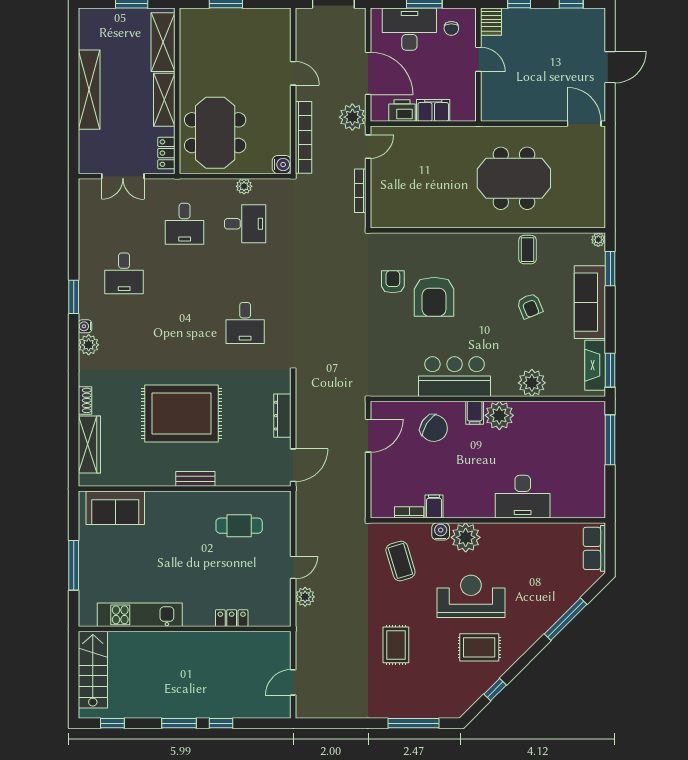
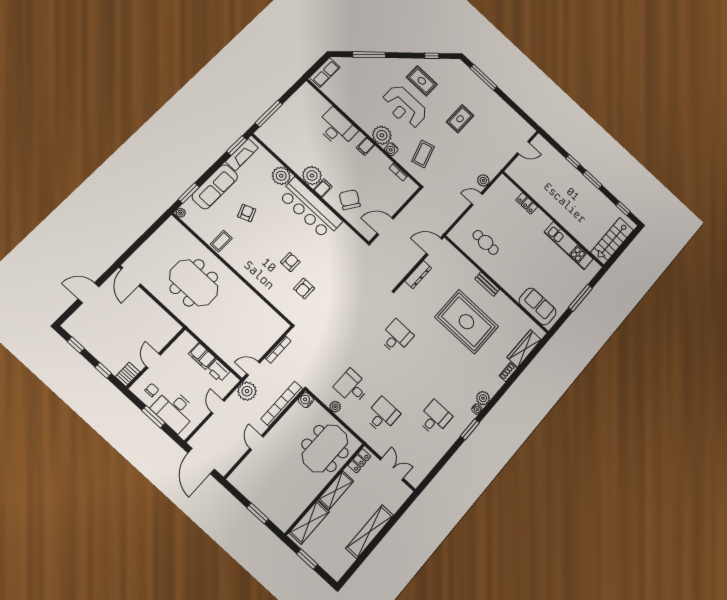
door: (368, 73) -> (218, 407), width x0.53
armchair: (434, 297) -> (290, 262), width x0.53, depth x0.53
bar counter: (455, 377) -> (310, 208), width x1.36
filing cabinet: (434, 506) -> (366, 146), moved

